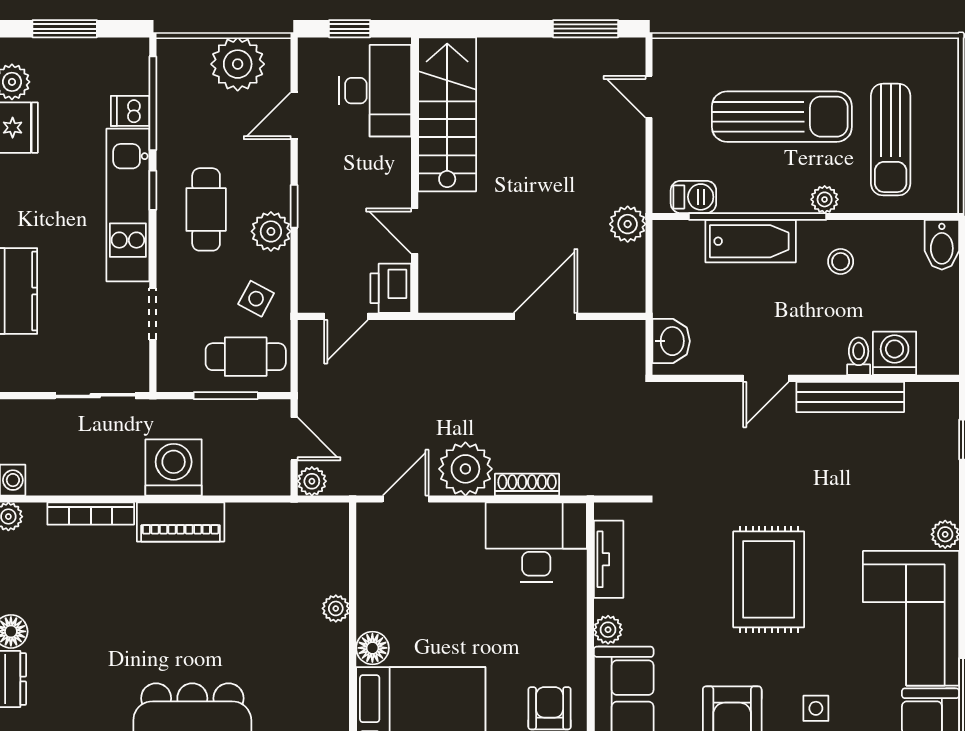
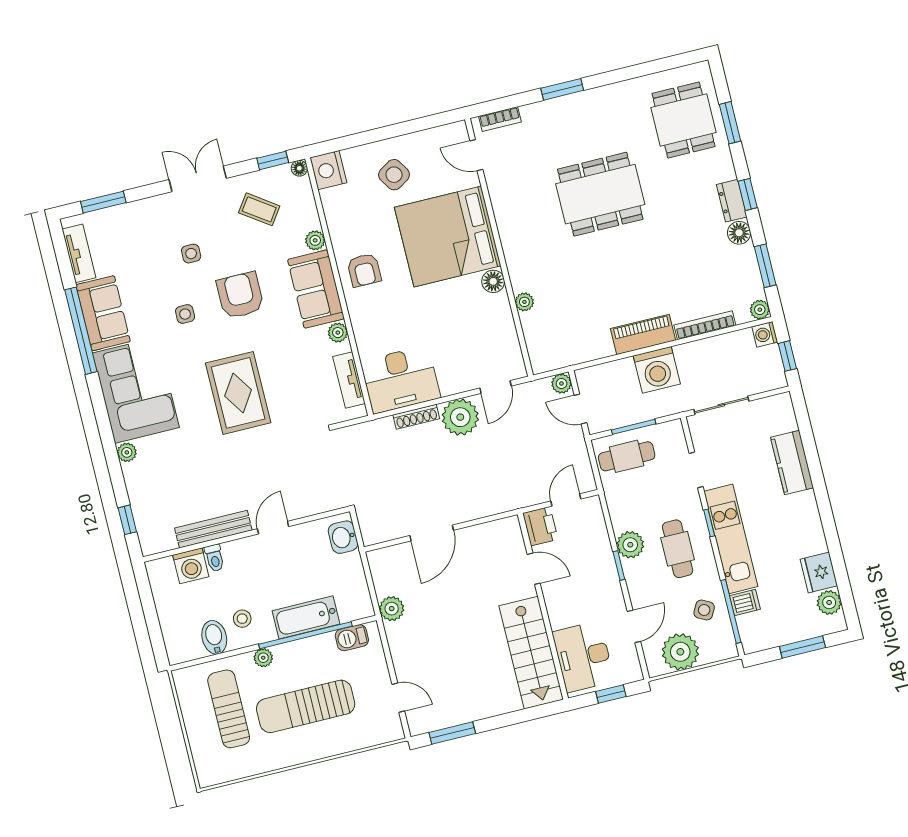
window: (153, 190) -> (709, 523), moved
bidet: (942, 245) -> (214, 637), moved
side table: (256, 299) -> (704, 610), moved

